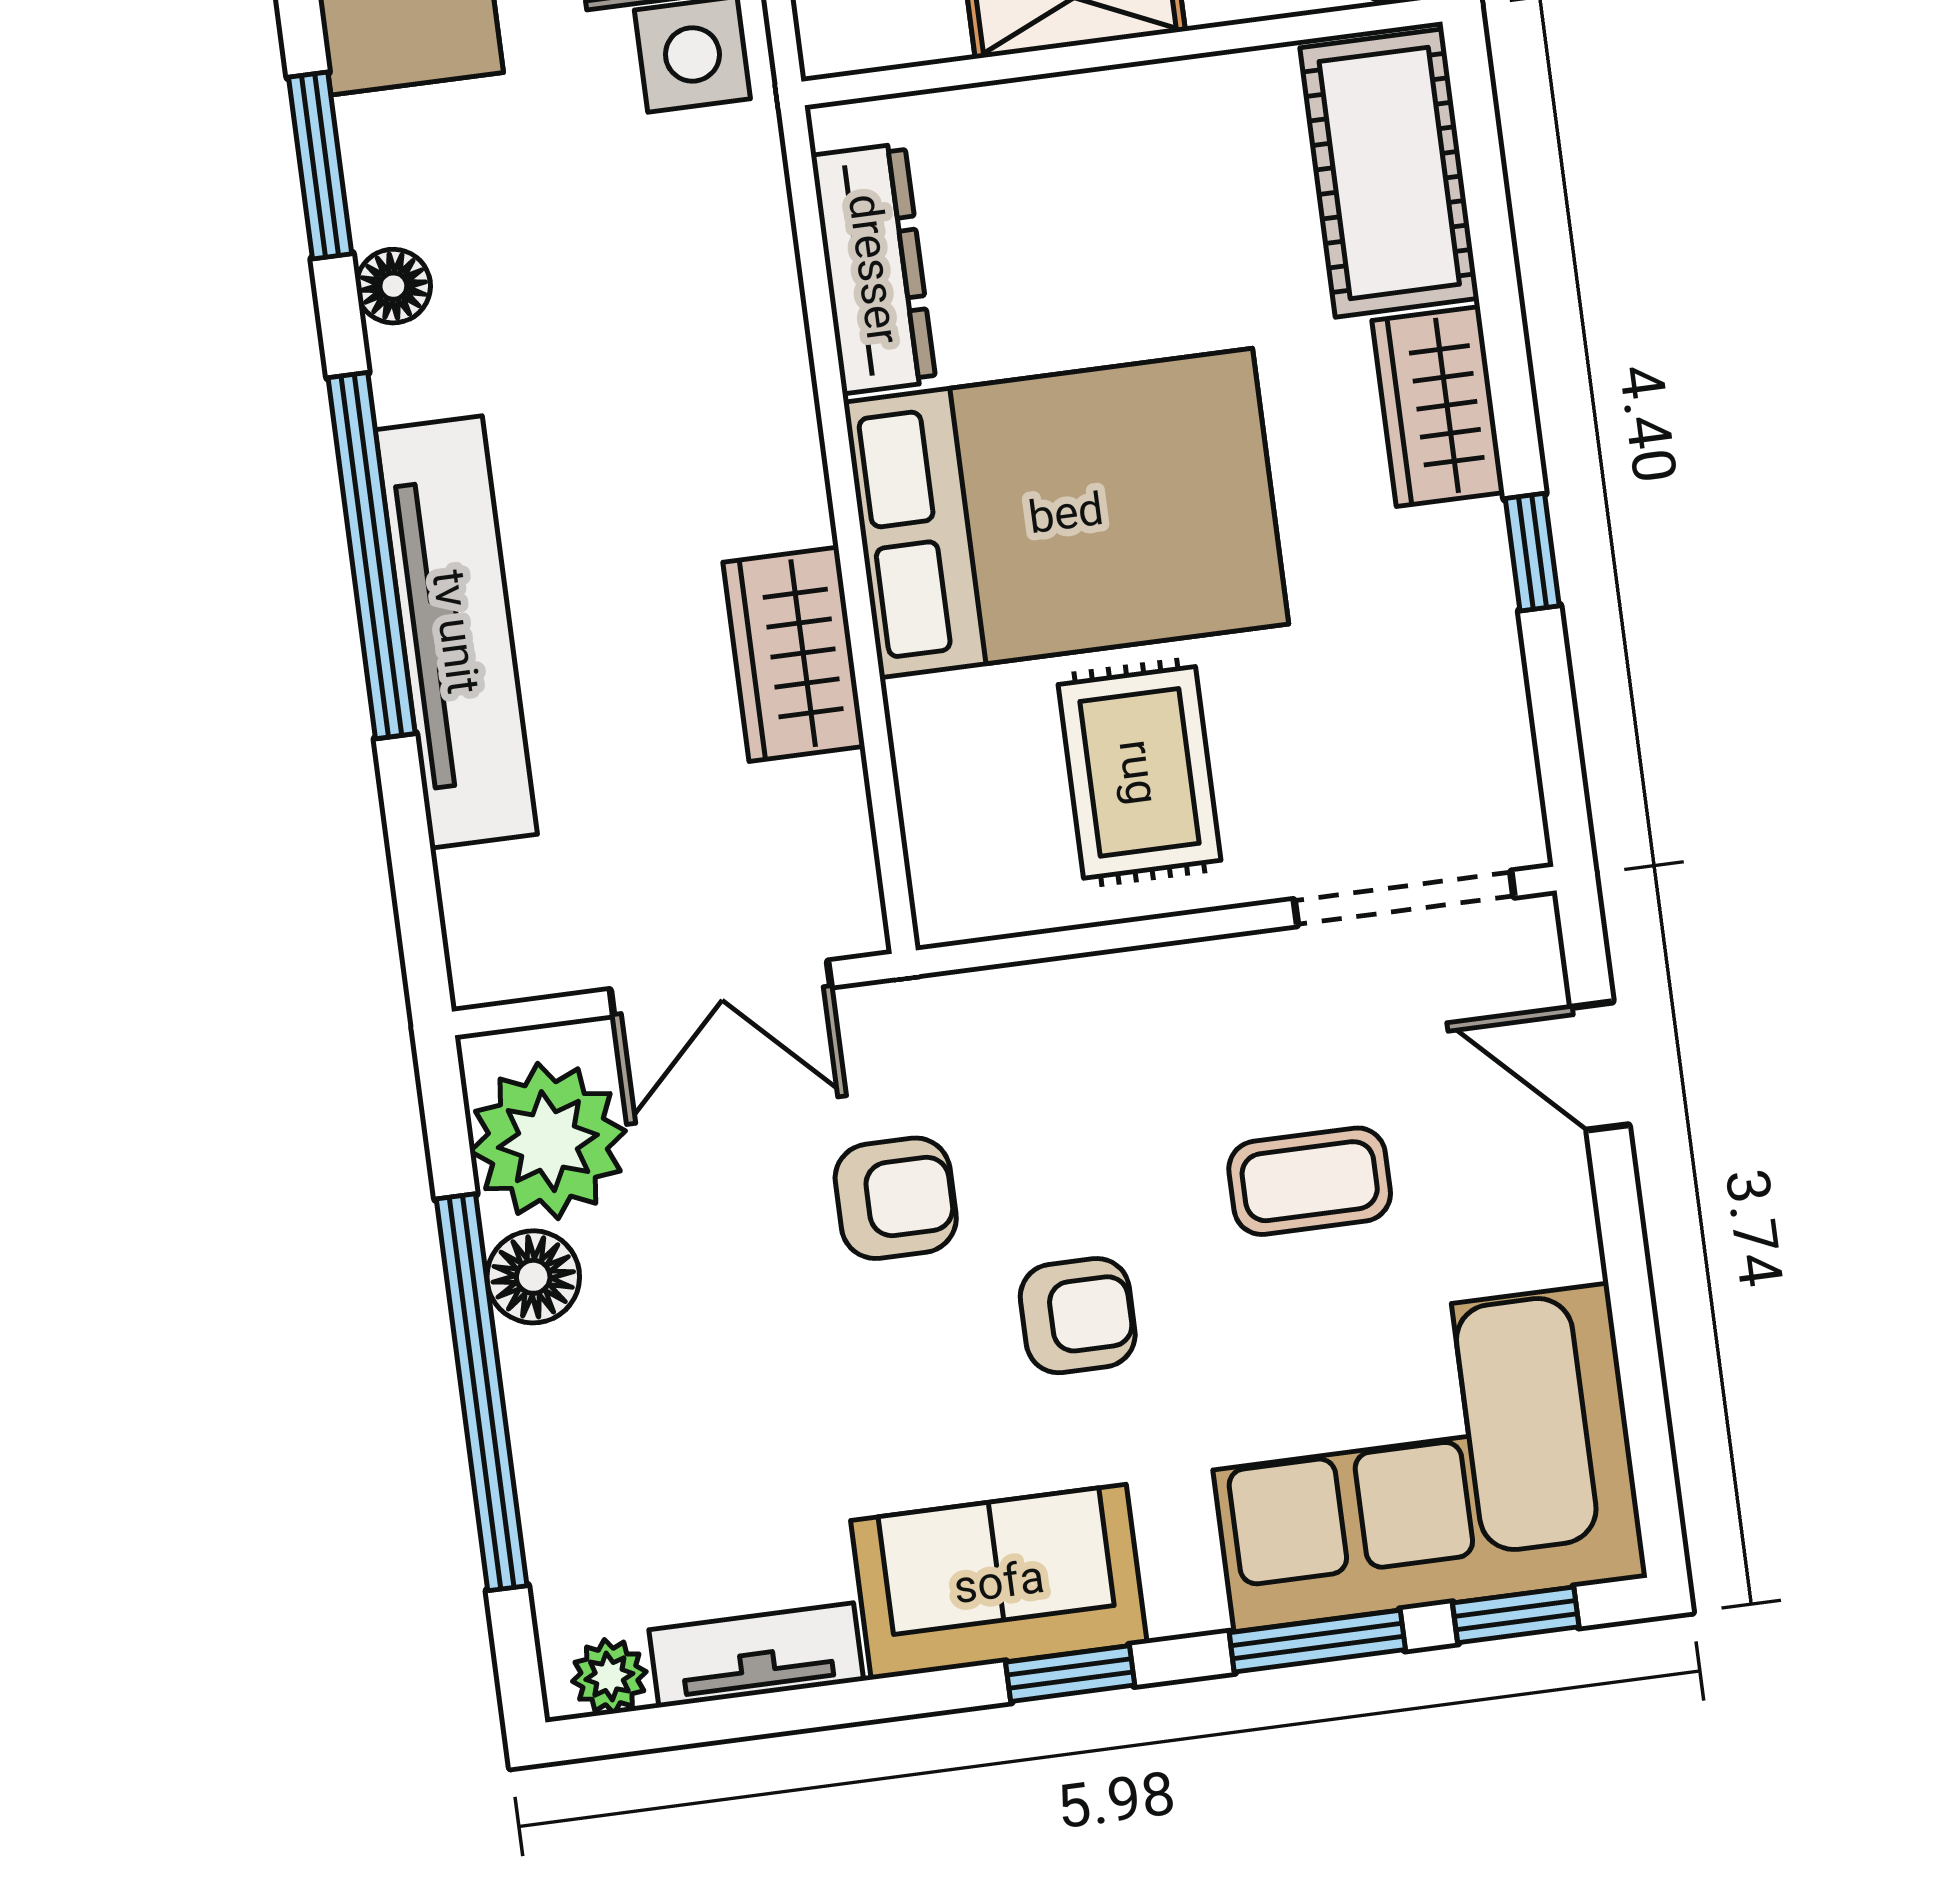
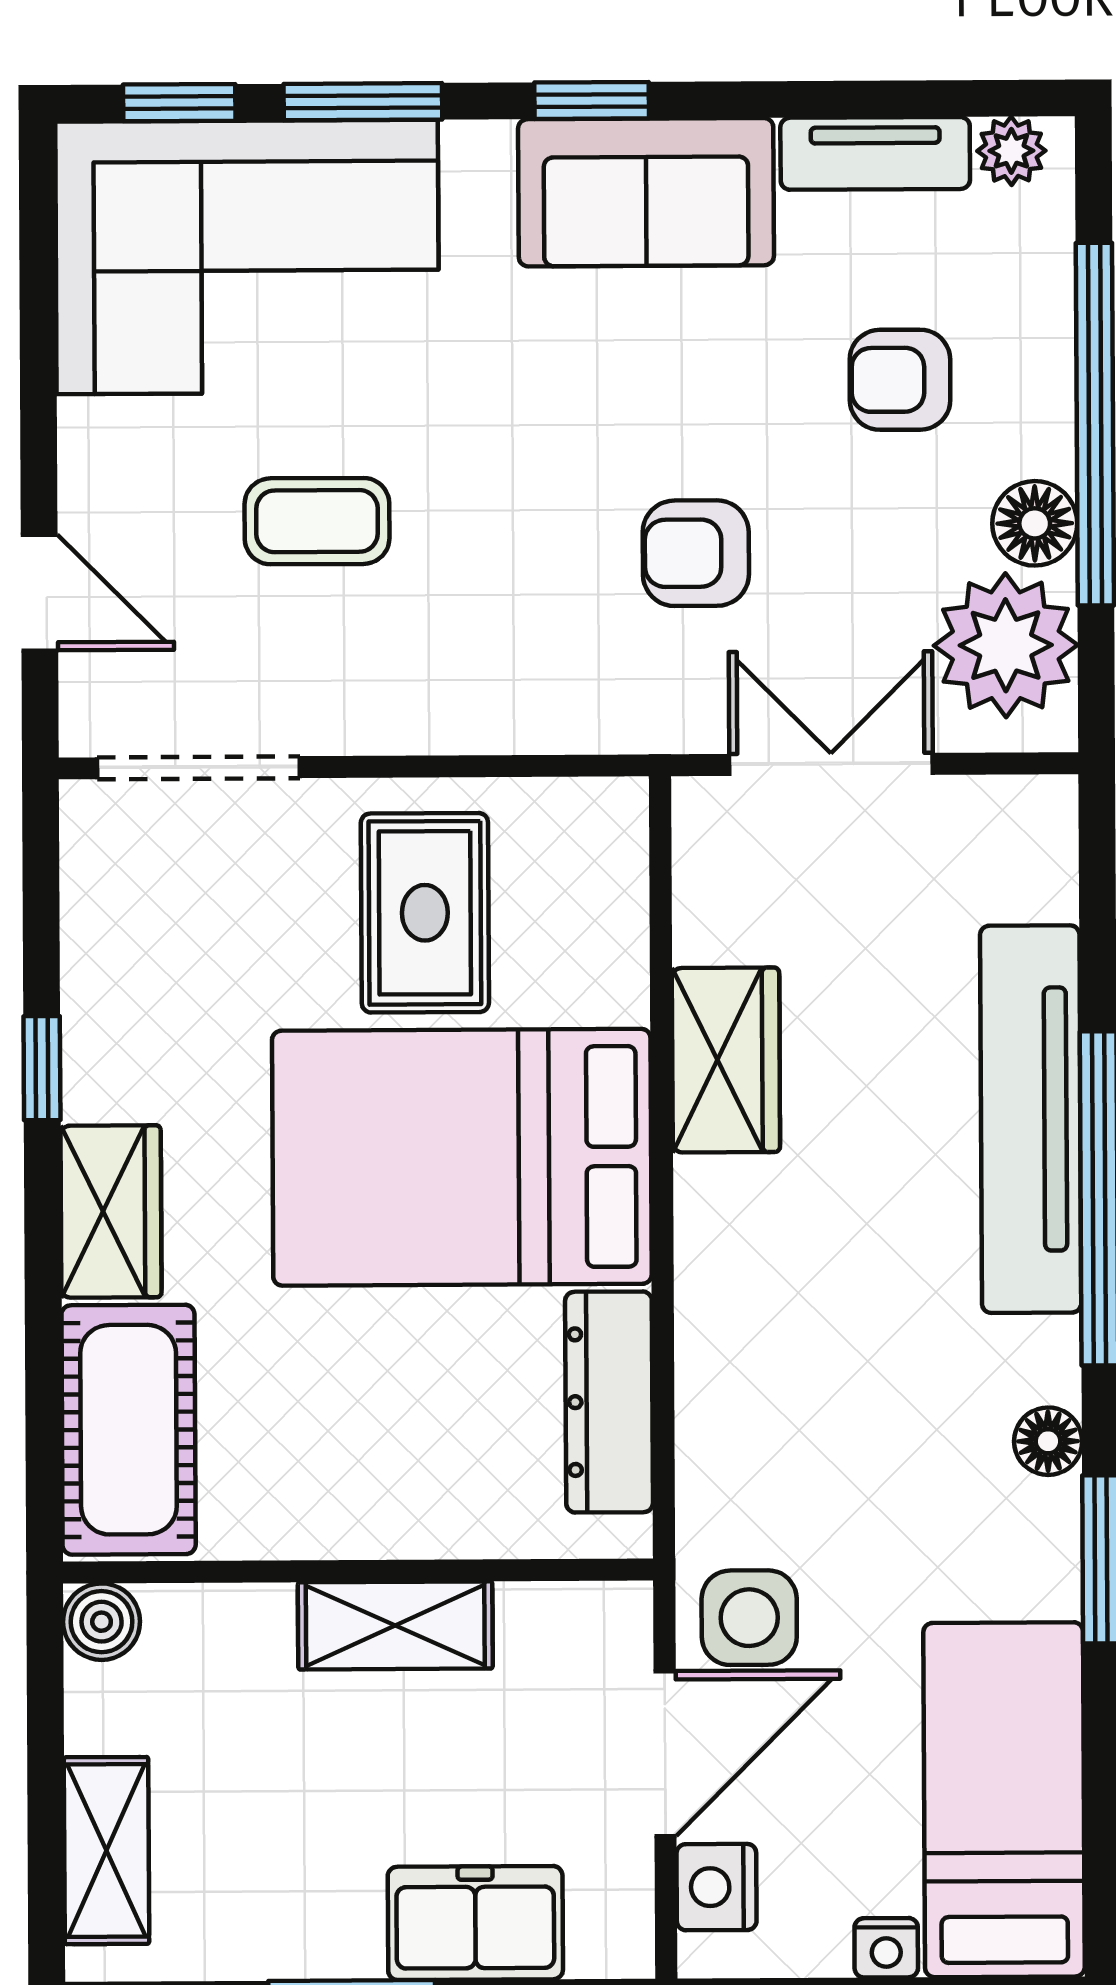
armchair: (1078, 1316) -> (900, 380), moved

